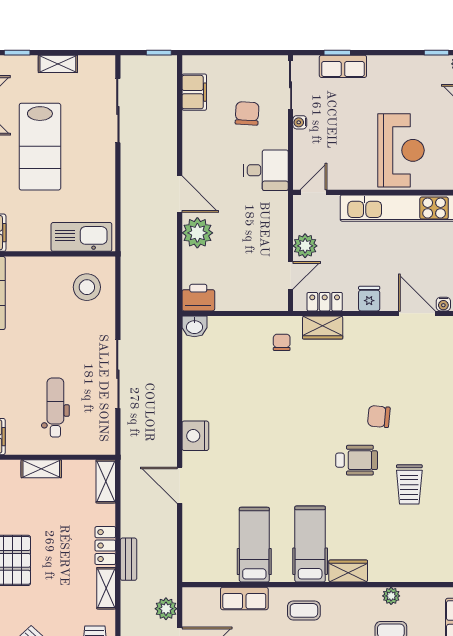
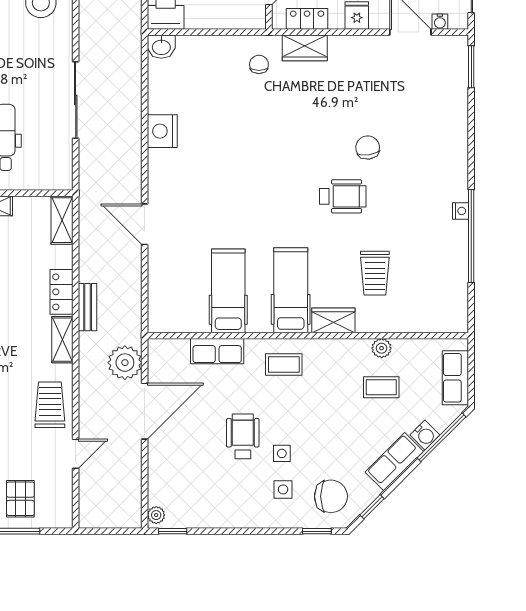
chair: (379, 417) -> (368, 147), turned 77
nightstand: (195, 436) -> (162, 131), moved
trolley: (409, 484) -> (375, 273), moved
plant: (166, 609) -> (125, 363), width x1.36, depth x1.36

